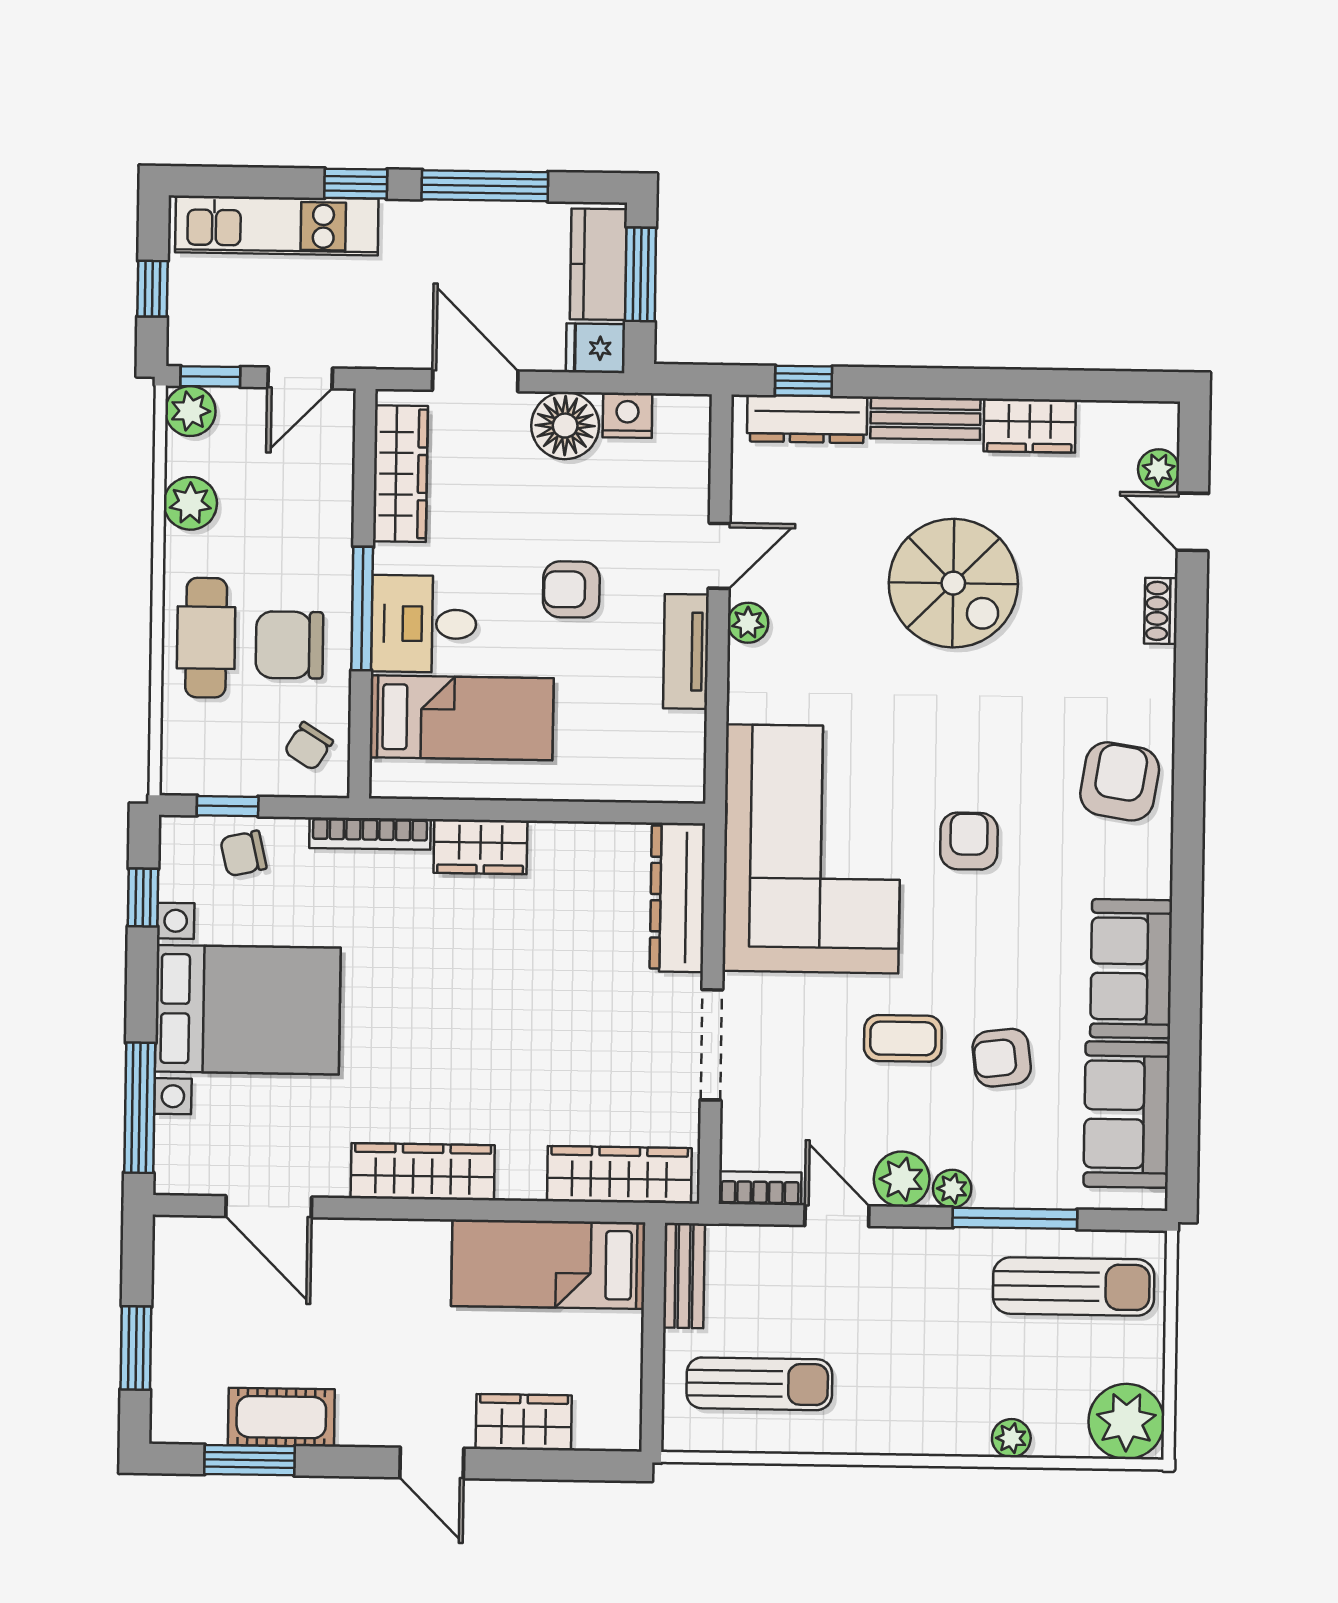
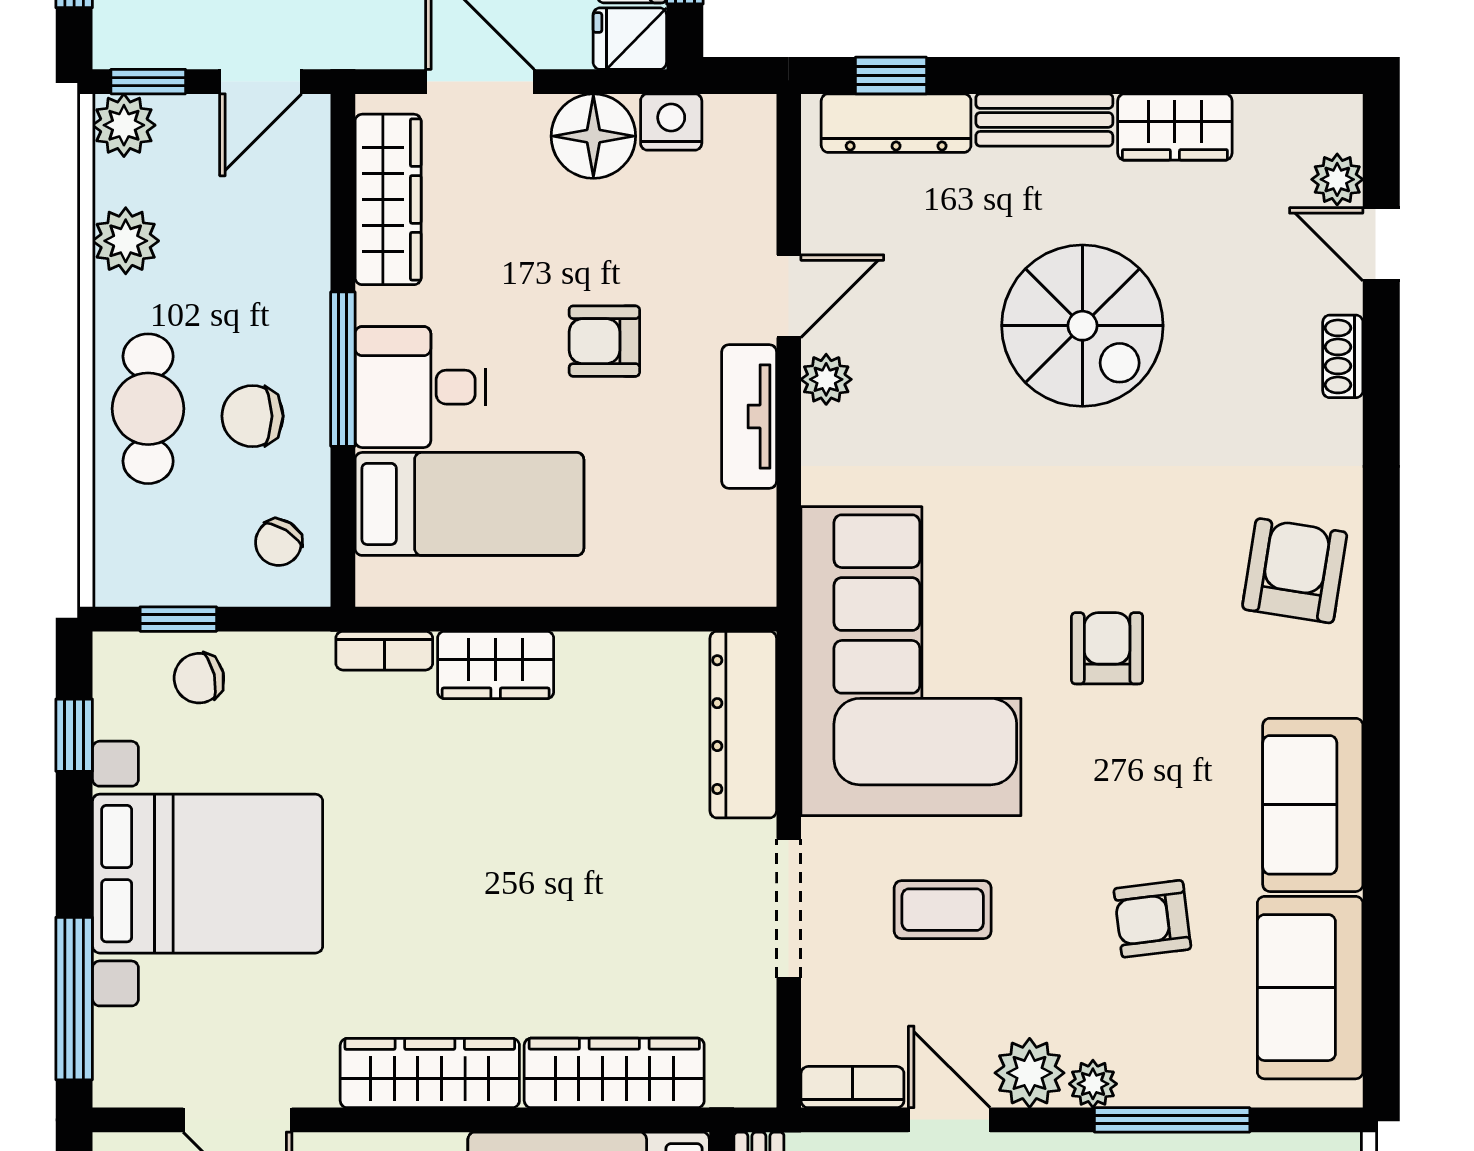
chair: (289, 645) -> (252, 416), width x0.73, depth x0.73
bookcase: (370, 834) -> (384, 651), width x0.64
coffee table: (903, 1038) -> (943, 910), moved
wardrobe: (619, 1175) -> (614, 1073), moved

